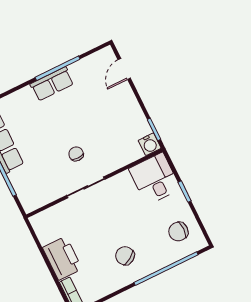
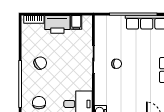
filing cabinet: (47, 234) -> (76, 22), added

